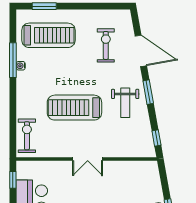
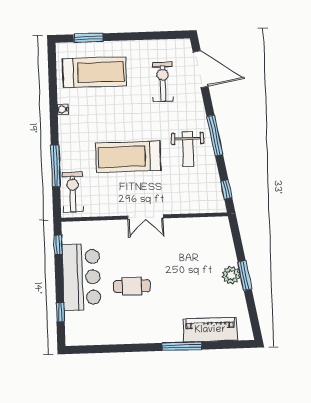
door: (141, 51) -> (201, 69), moved
window: (13, 60) -> (55, 166), moved
window: (148, 92) -> (215, 135), width x1.44

